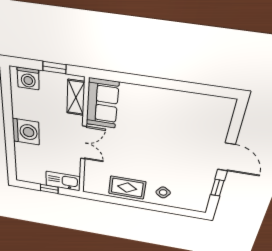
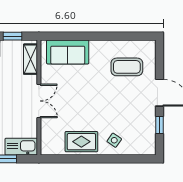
sofa: (102, 103) -> (68, 52), moved, turned 90
coffee table: (193, 124) -> (127, 67), added

